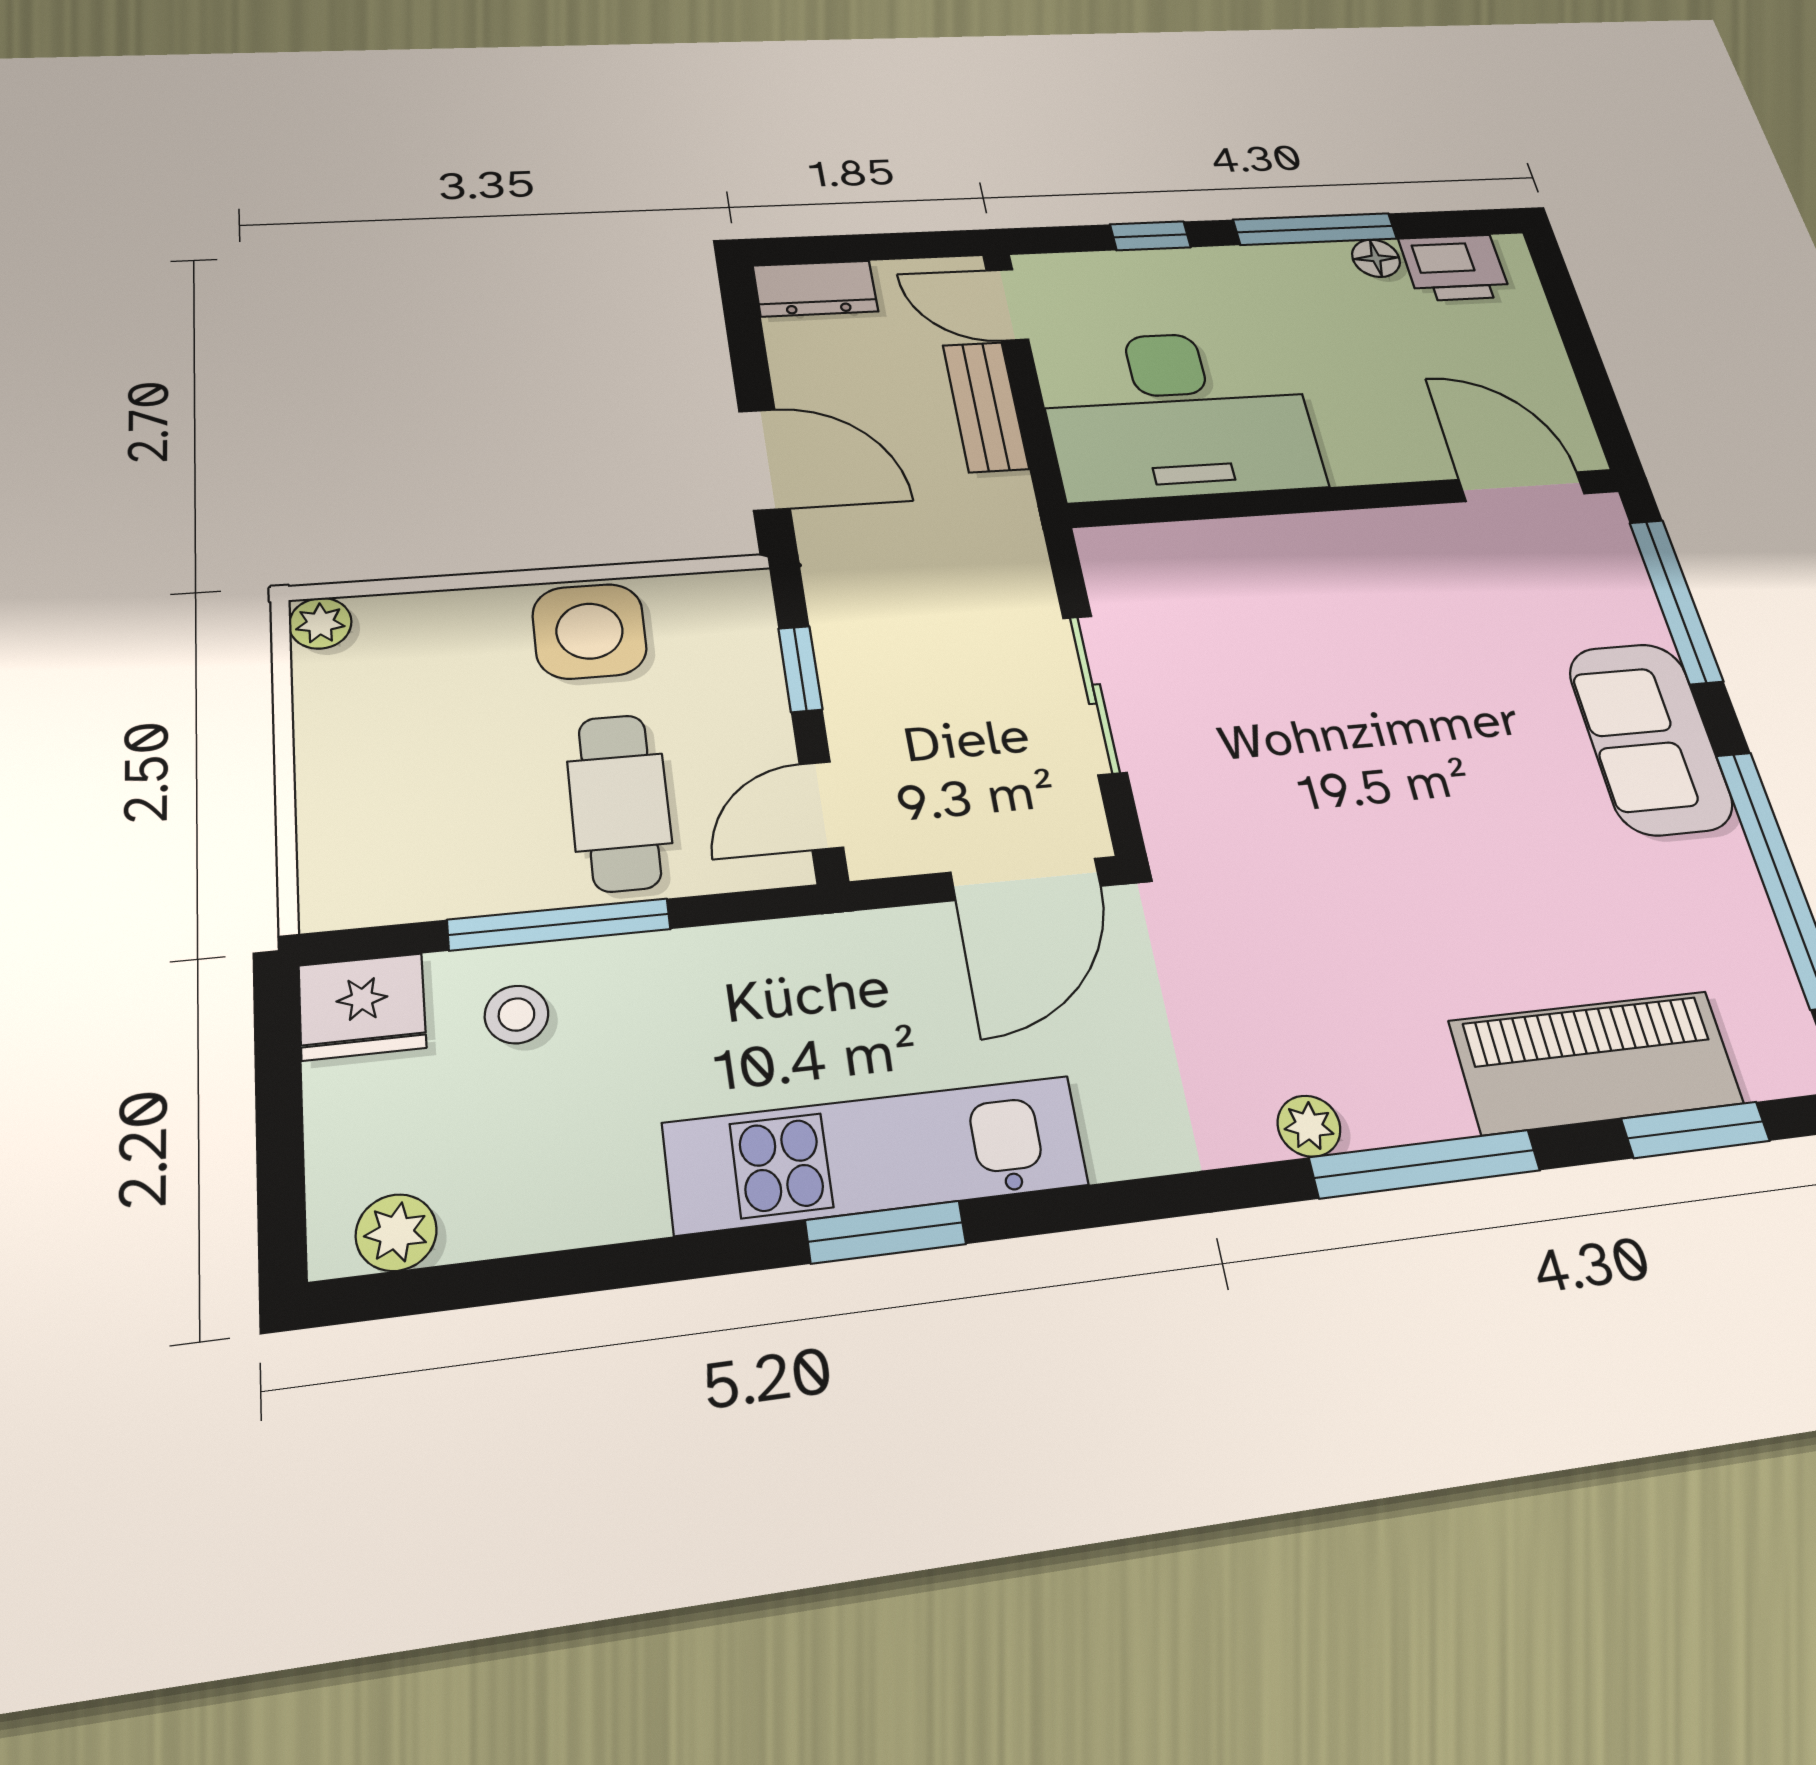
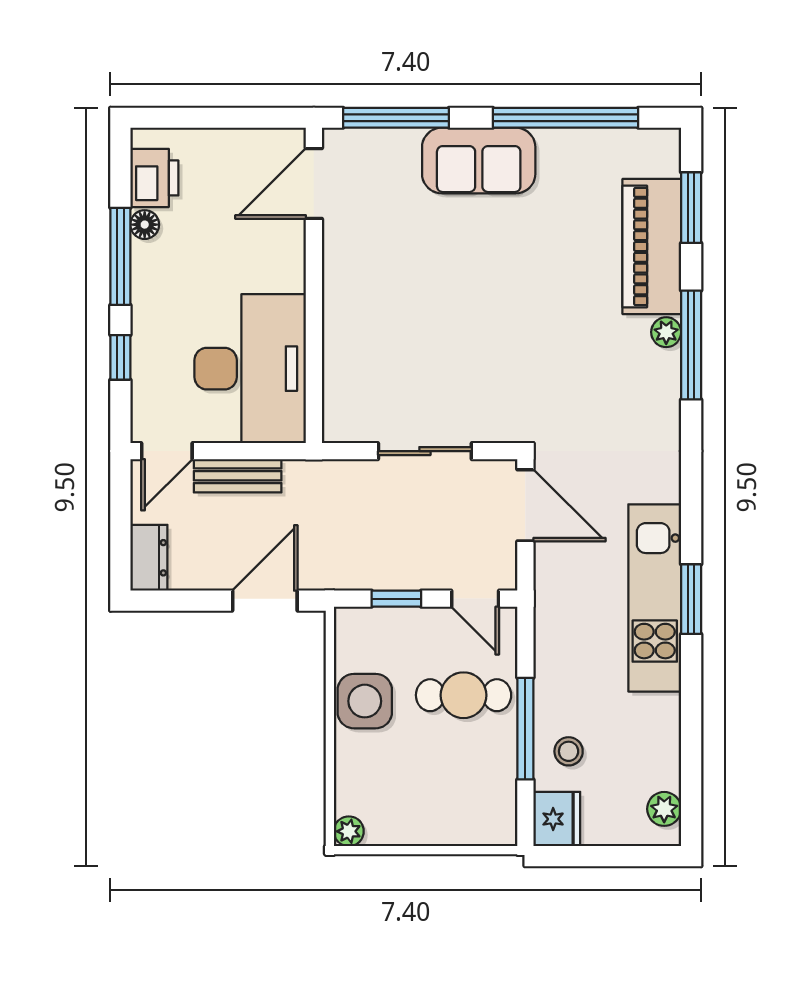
plant: (1309, 1126) -> (666, 332), moved

